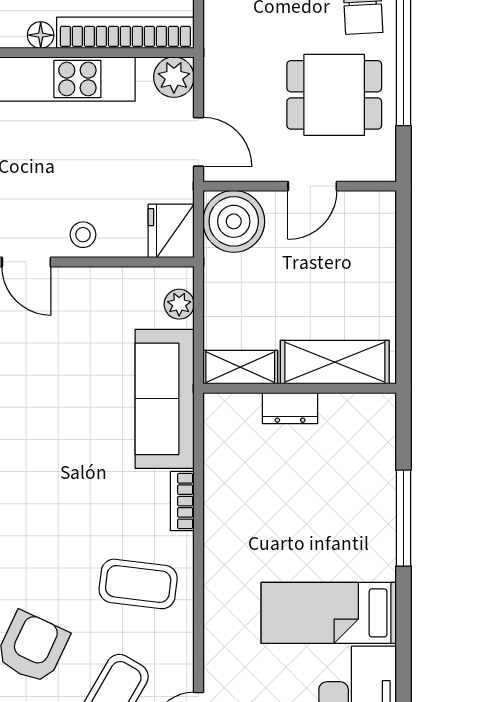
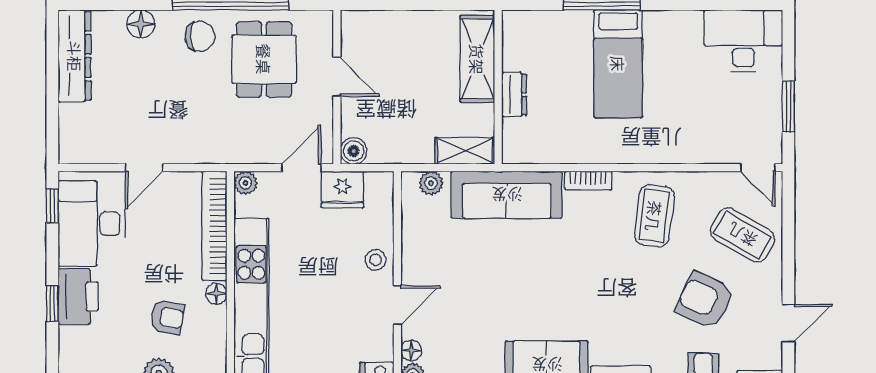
plant: (174, 77) -> (246, 183), width x0.73, depth x0.73
boiler: (234, 221) -> (354, 151), width x0.54, depth x0.54
fridge: (171, 231) -> (342, 189), moved
shelving: (240, 367) -> (465, 151), moved, turned 90
bed: (329, 613) -> (618, 64), moved

